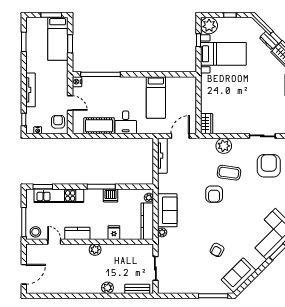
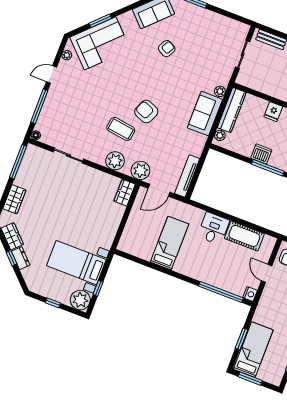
plant: (201, 146) -> (140, 170), added
armchair: (269, 166) -> (74, 120), removed
armchair: (214, 194) -> (146, 112), turned -67

